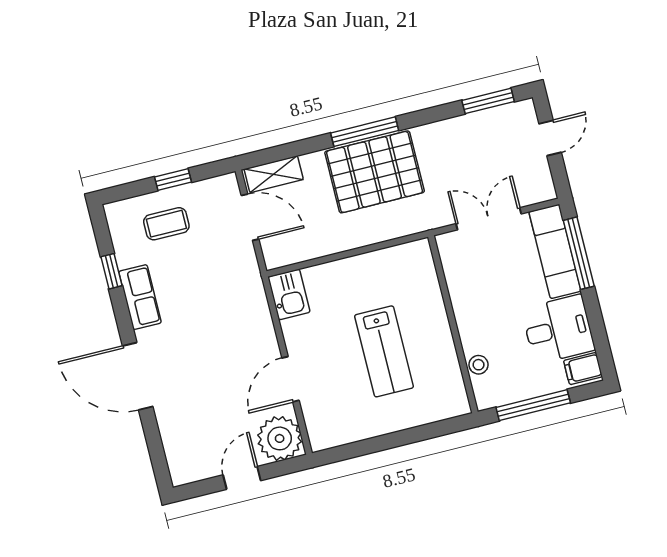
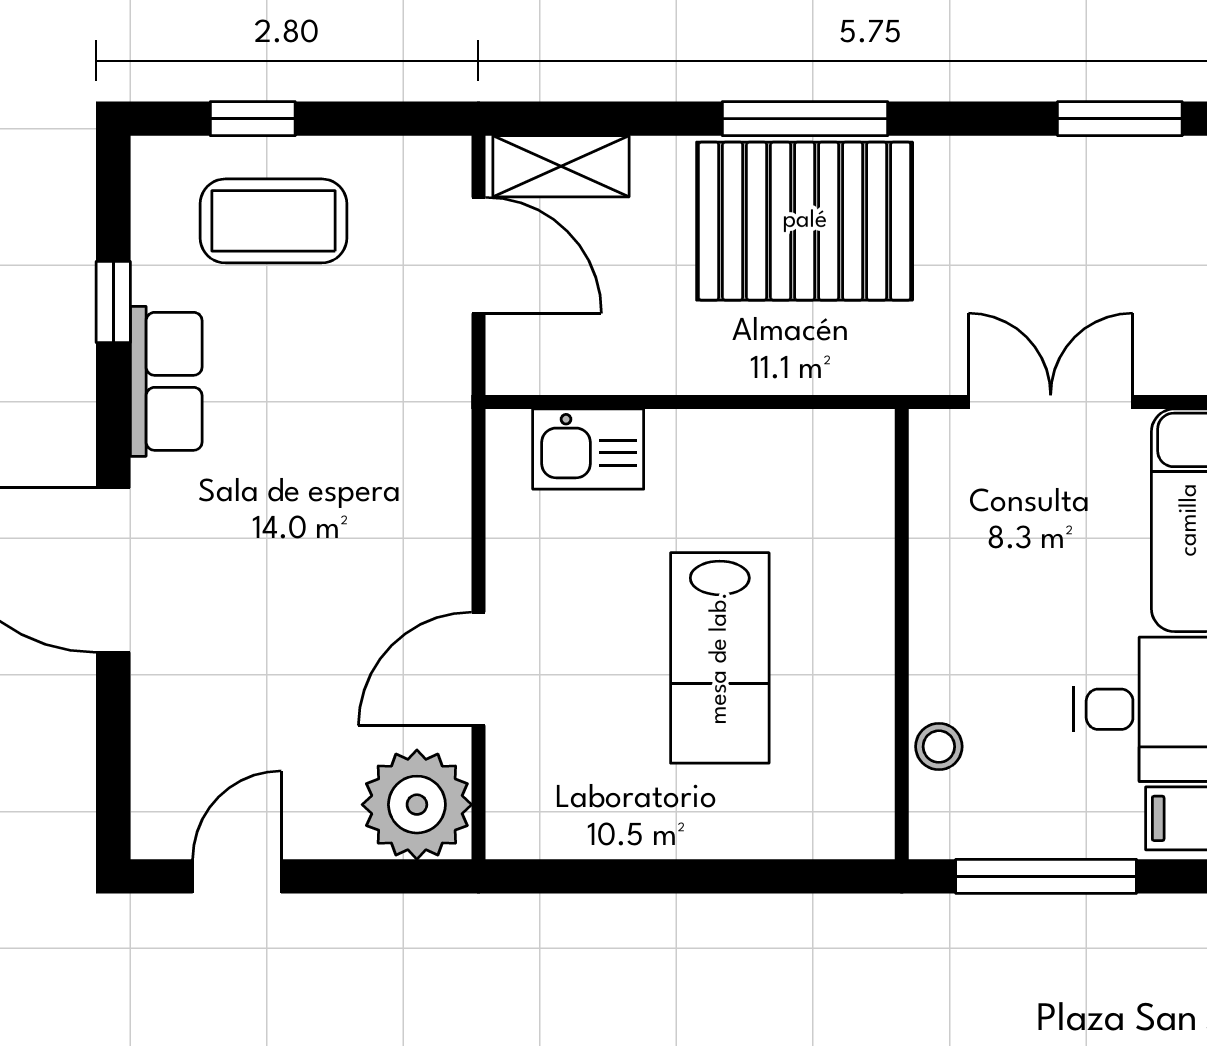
window: (173, 179) -> (253, 119), moved
coffee table: (166, 224) -> (274, 221), width x1.36, depth x1.30
kitchen sink: (289, 294) -> (588, 449), moved, turned 90
door: (242, 478) -> (237, 876), moved

